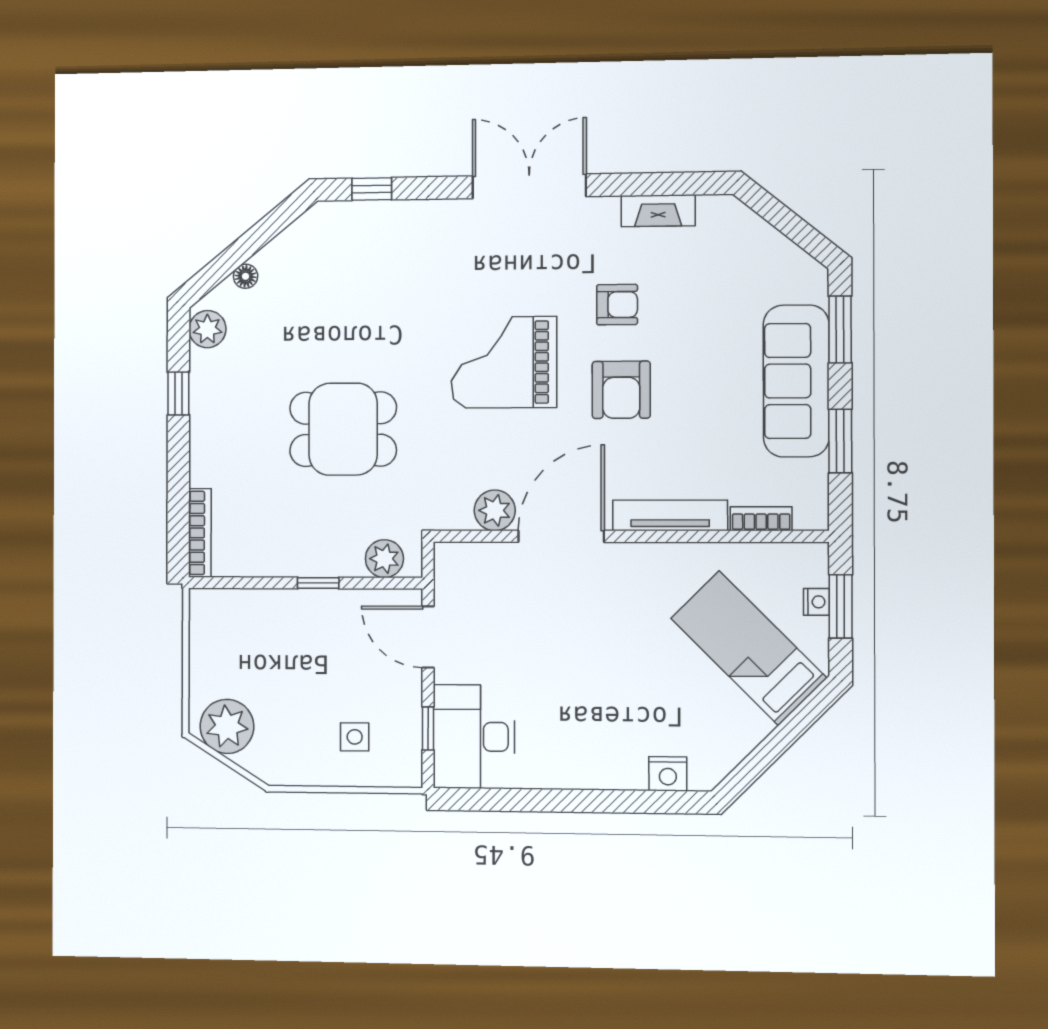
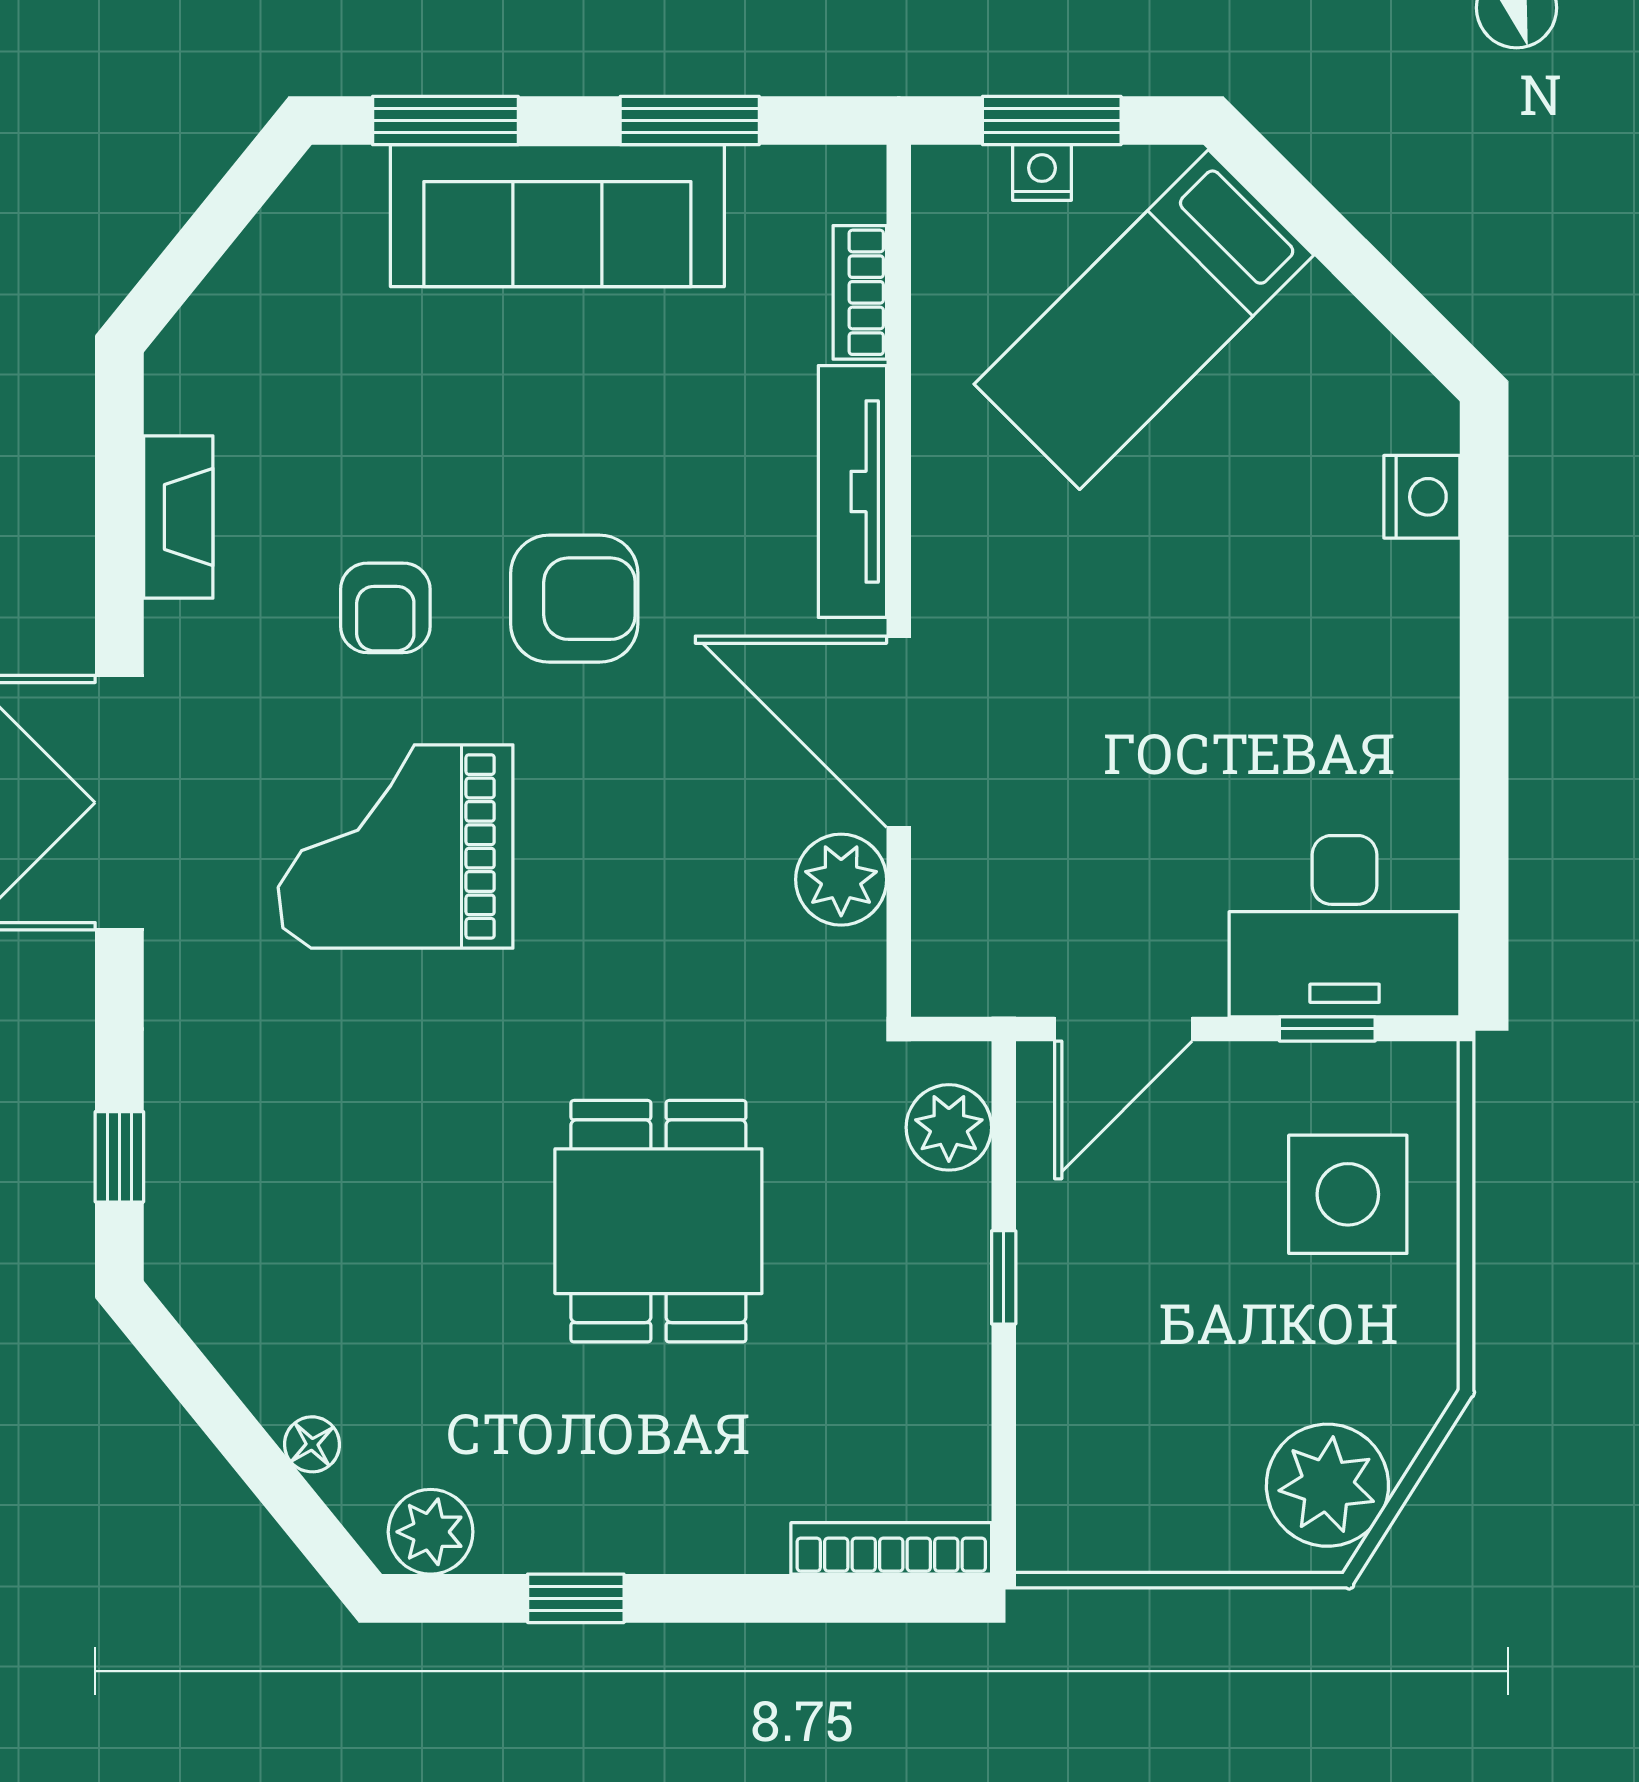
armchair: (617, 305) -> (385, 608), turned 180
grand piano: (504, 362) -> (396, 846), moved, turned 90
side table: (355, 737) -> (1348, 1194), width x1.87, depth x1.87

